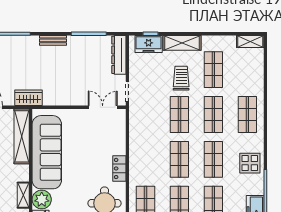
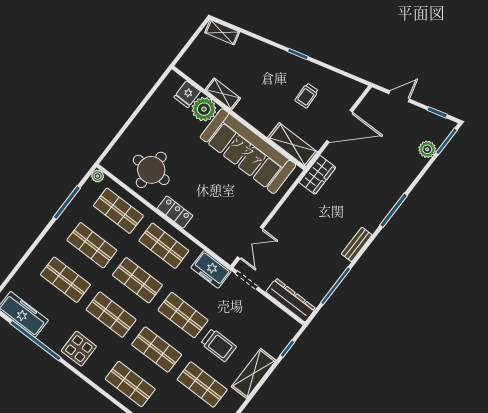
freezer: (149, 44) -> (211, 269), moved, turned -90
shelving: (22, 136) -> (293, 145), width x0.68
shop shelf: (146, 159) -> (164, 246), added

